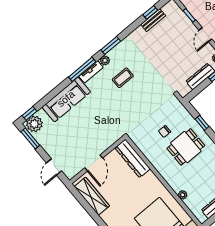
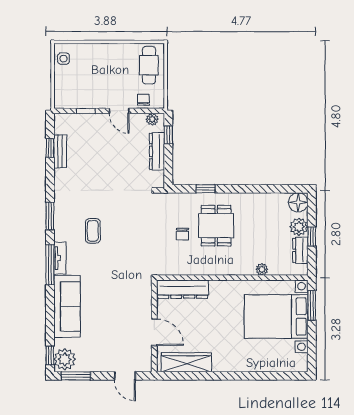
plant: (105, 60) -> (60, 234), removed

